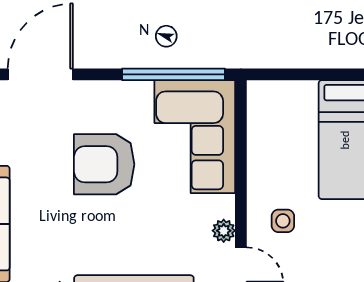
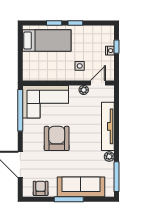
armchair: (104, 164) -> (57, 138), turned 180

